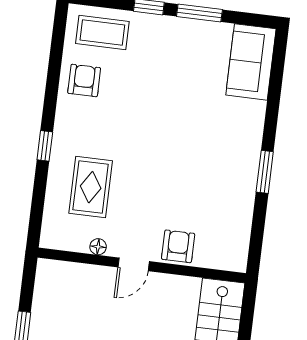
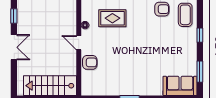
window: (199, 13) -> (200, 72), moved

